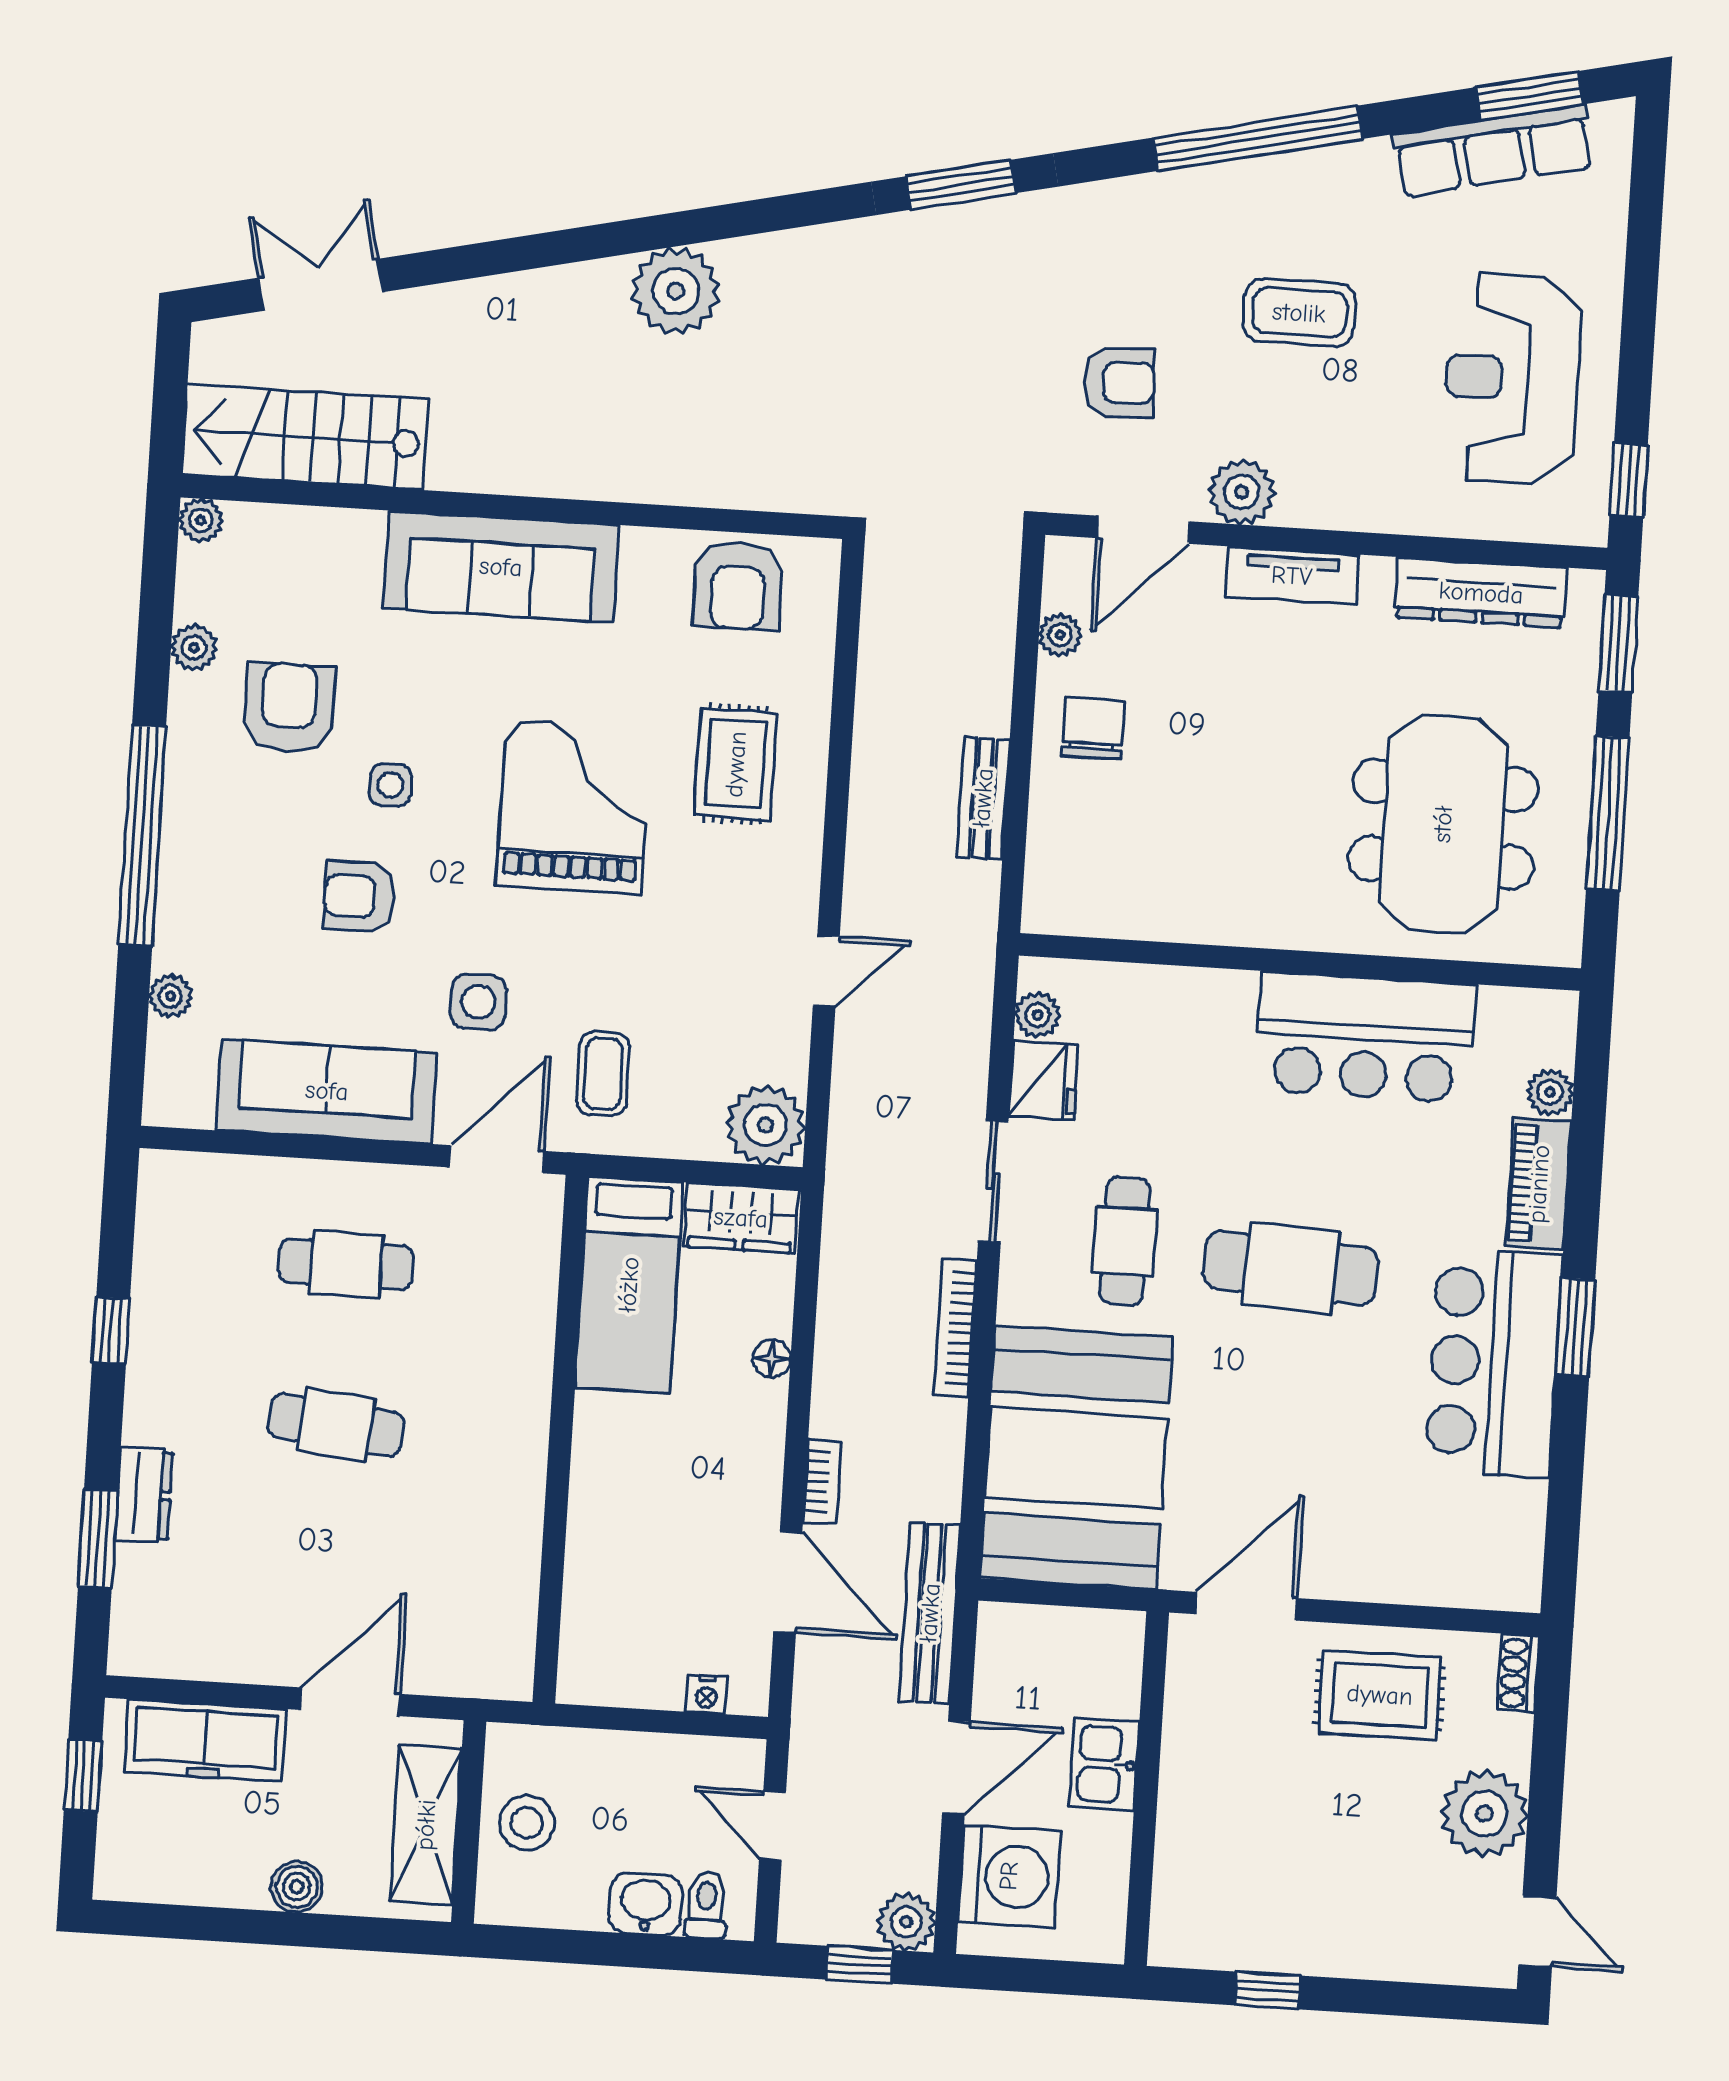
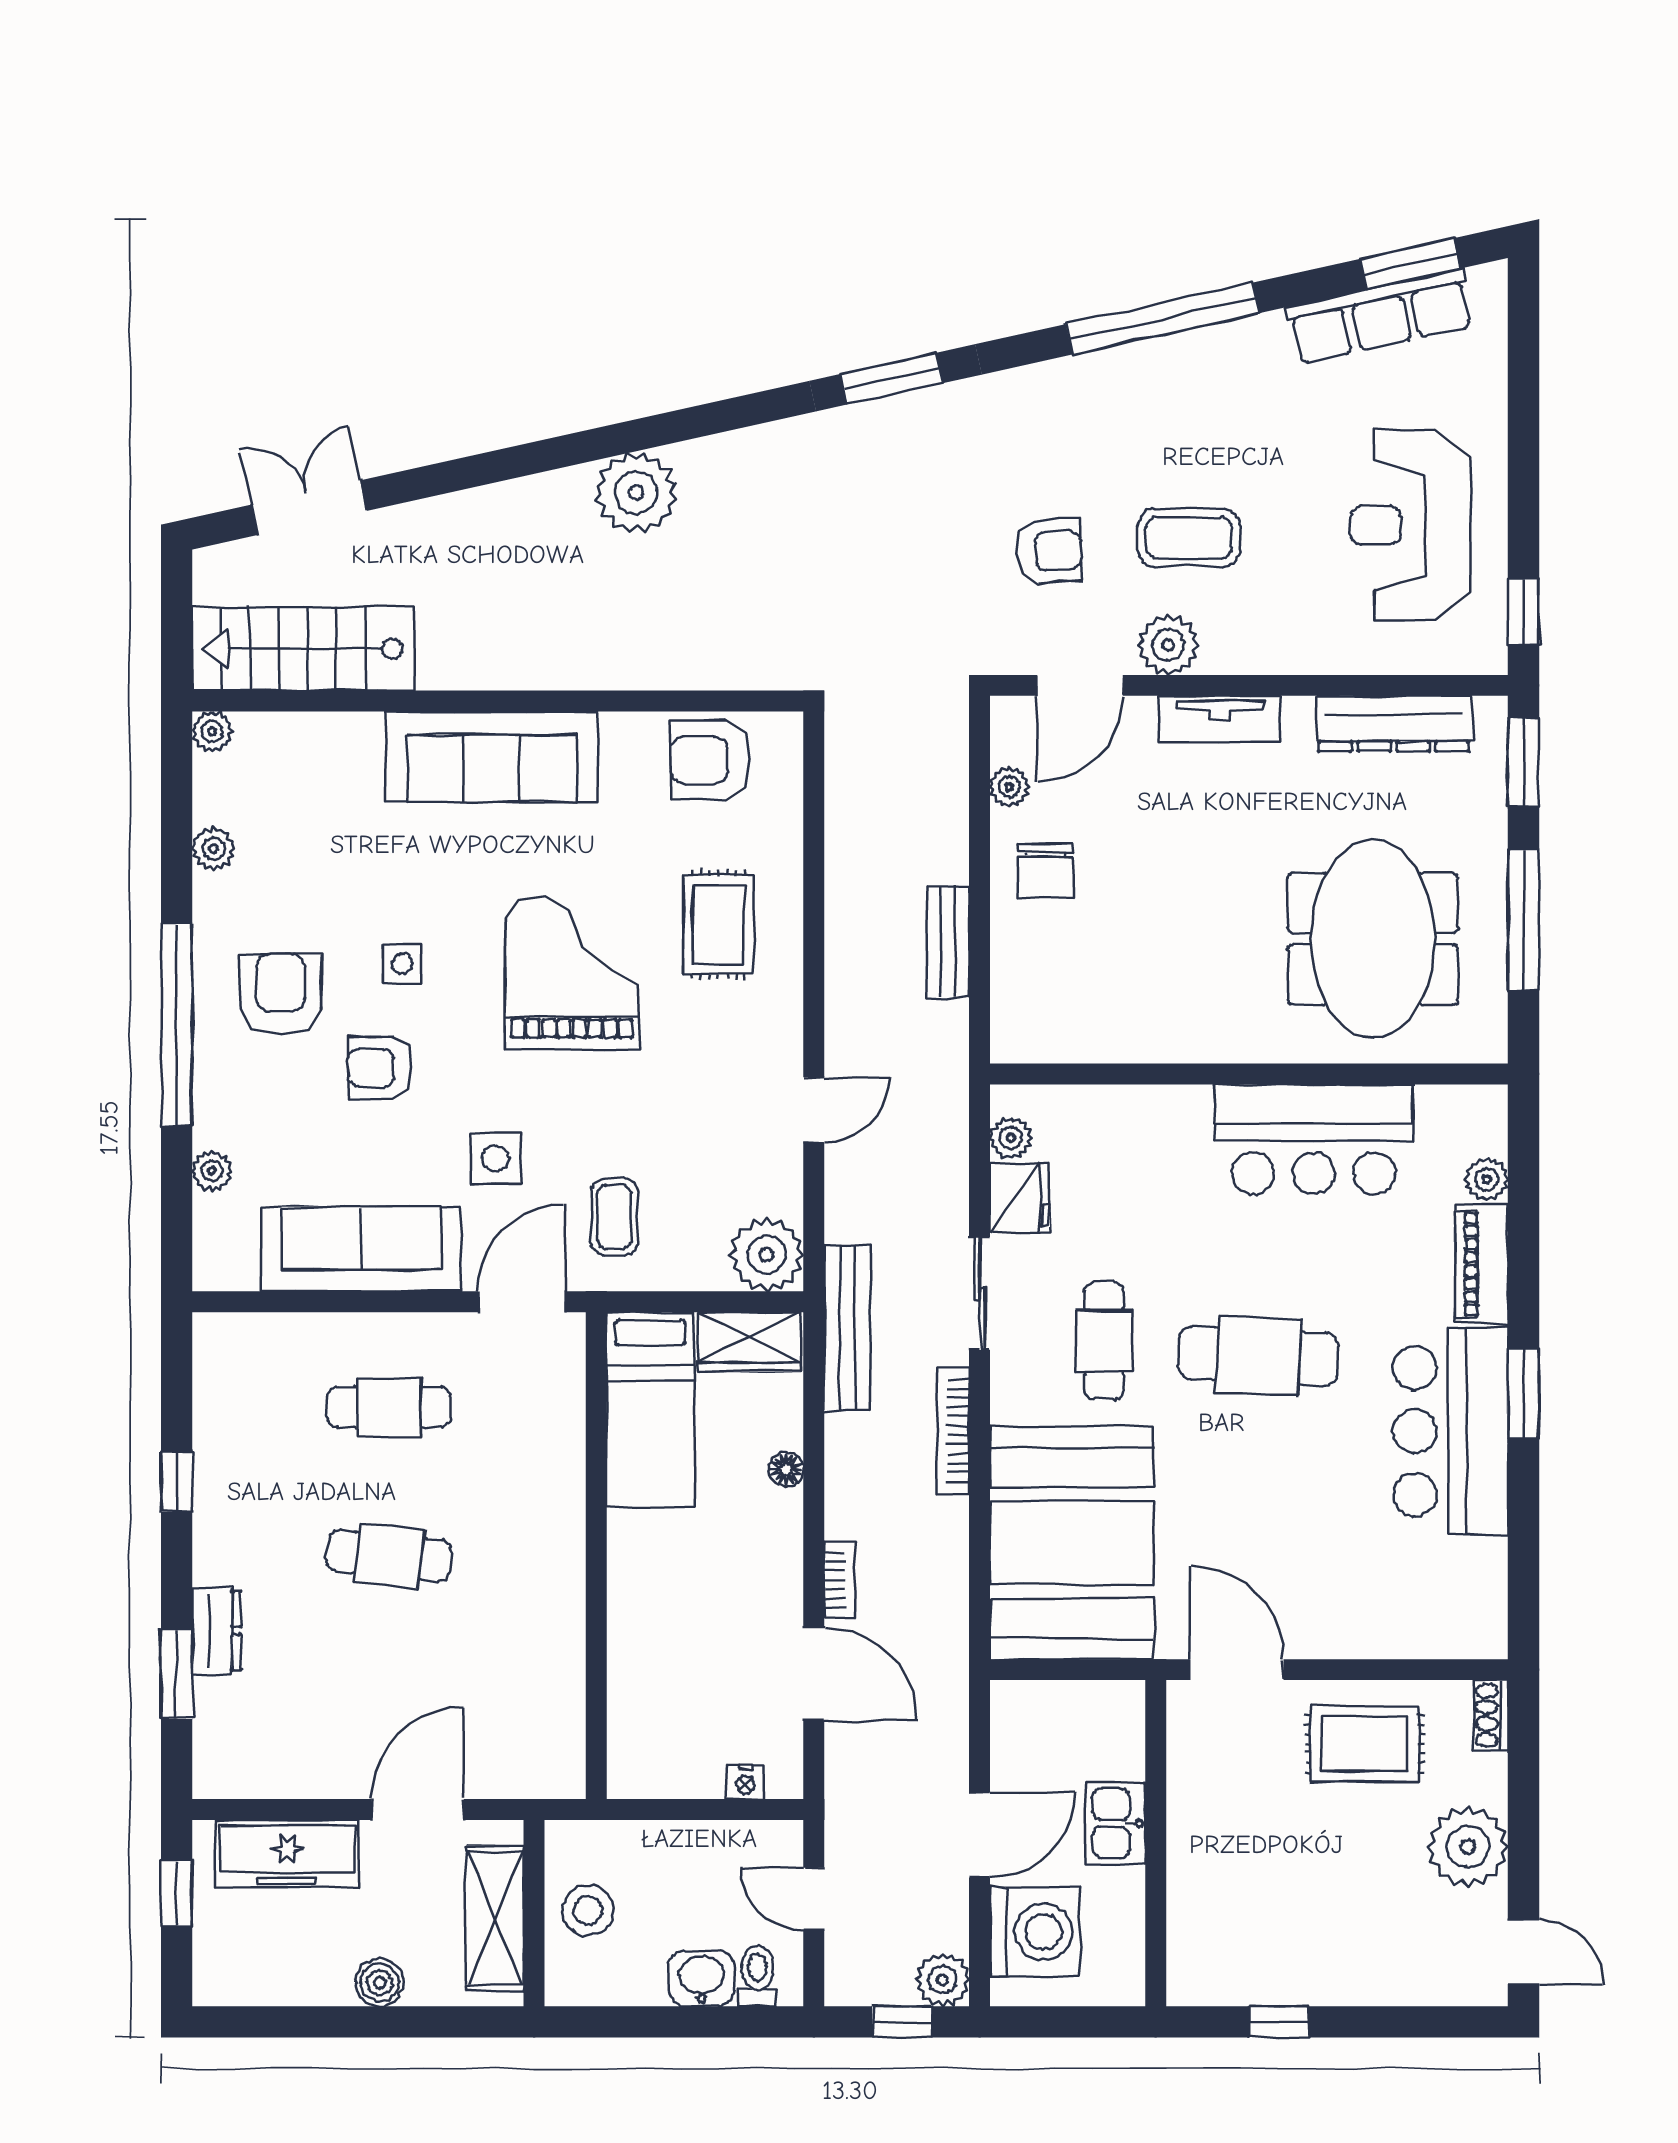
coffee table: (1299, 313) -> (1189, 538), moved
armchair: (738, 586) -> (710, 760), turned 90
armchair: (289, 708) -> (281, 994), moved
chair: (1093, 728) -> (1045, 871), turned 180
door: (1246, 1606) -> (1237, 1670), hinge flipped
bench: (930, 1613) -> (847, 1328), moved

